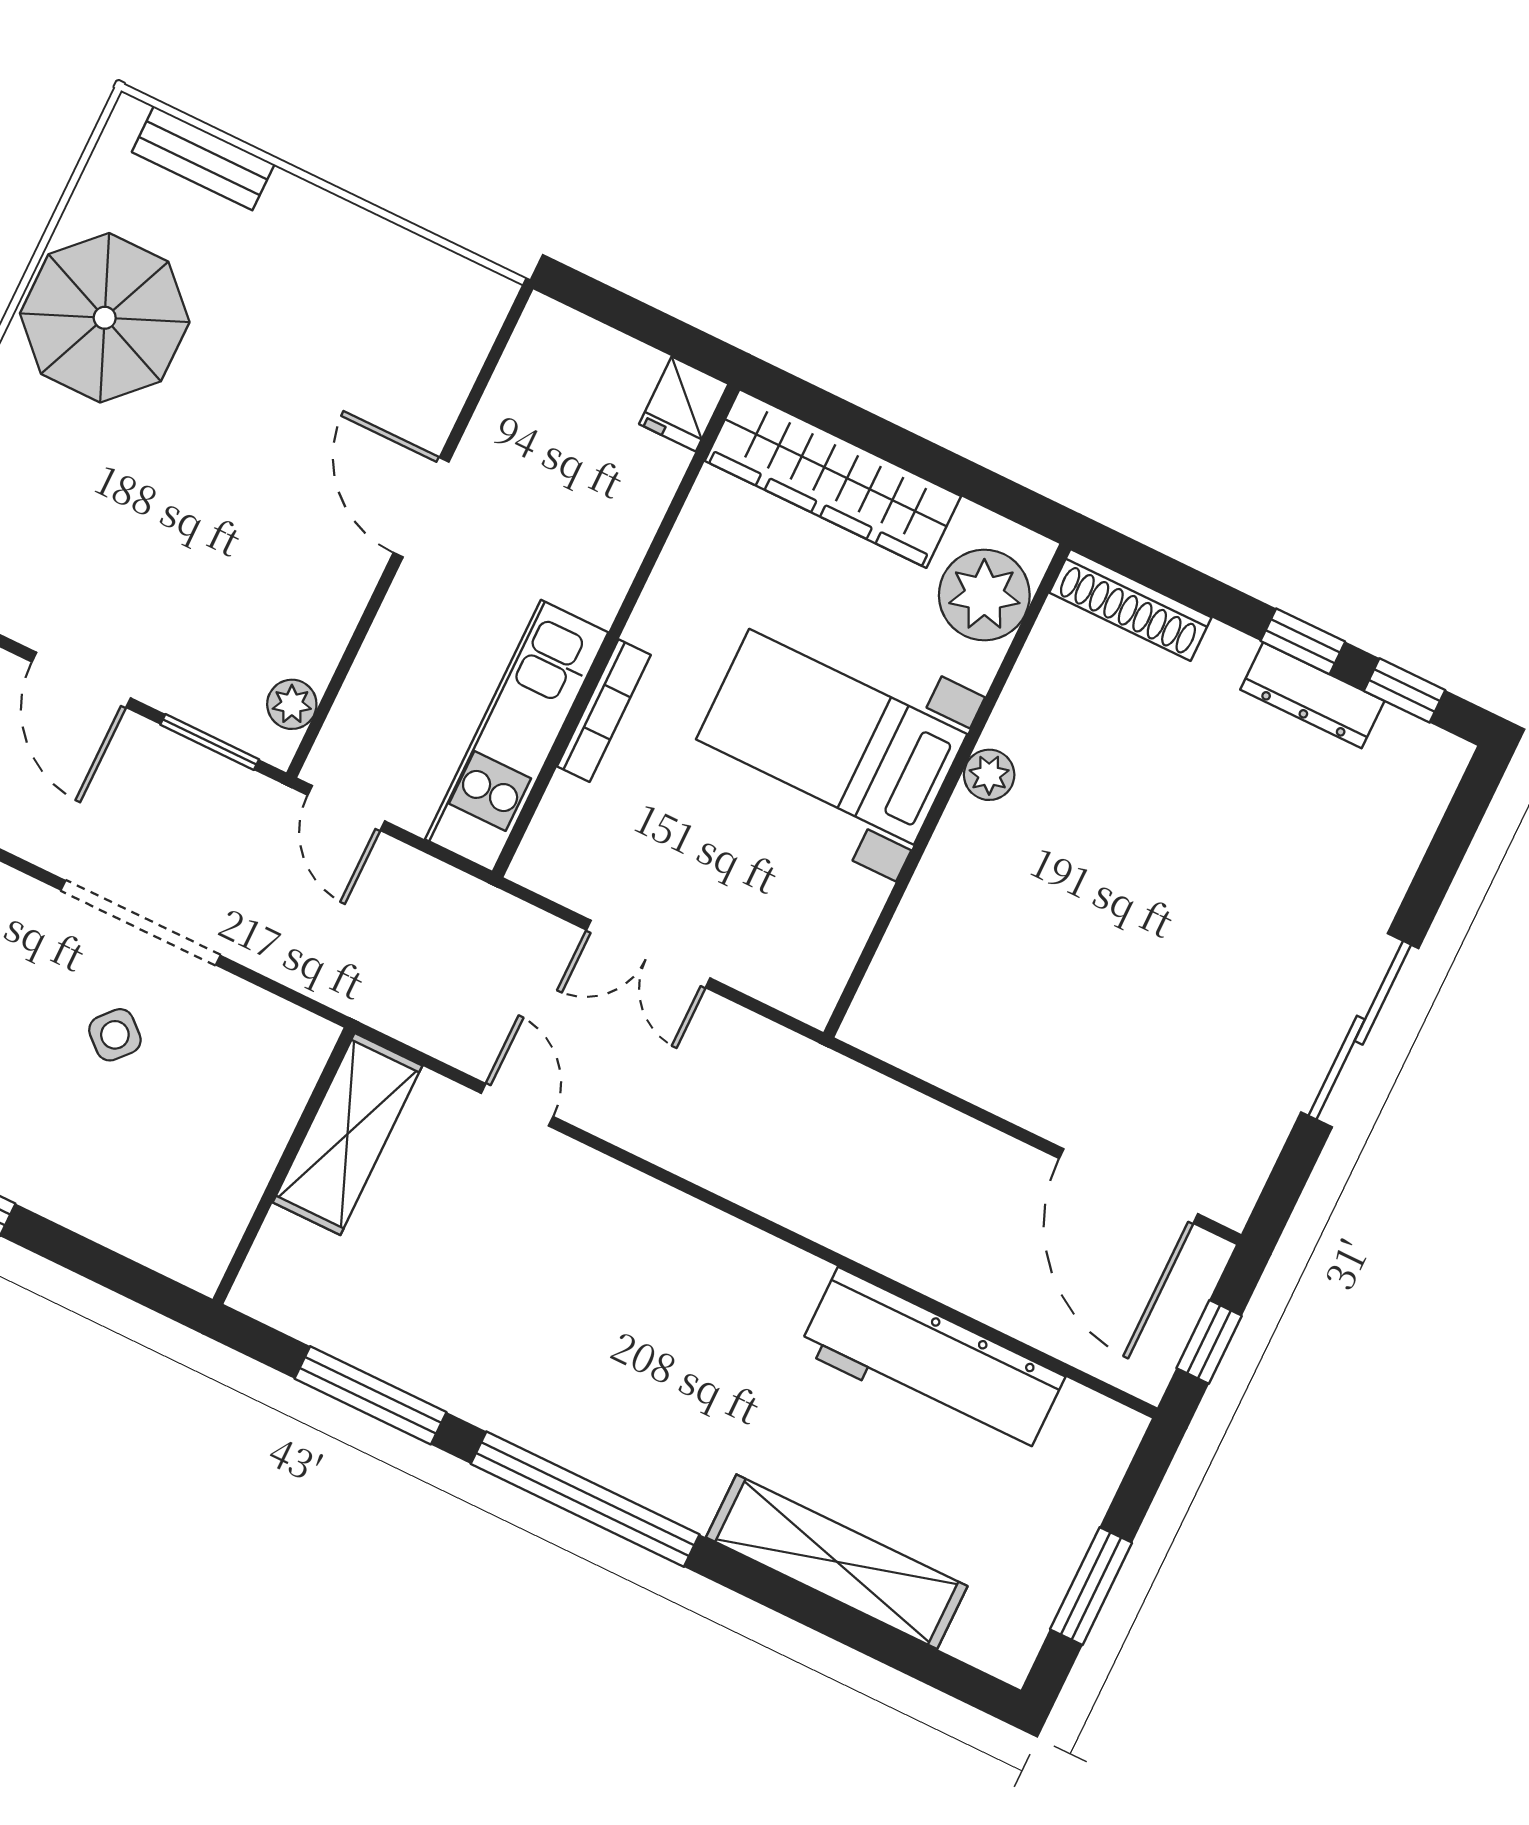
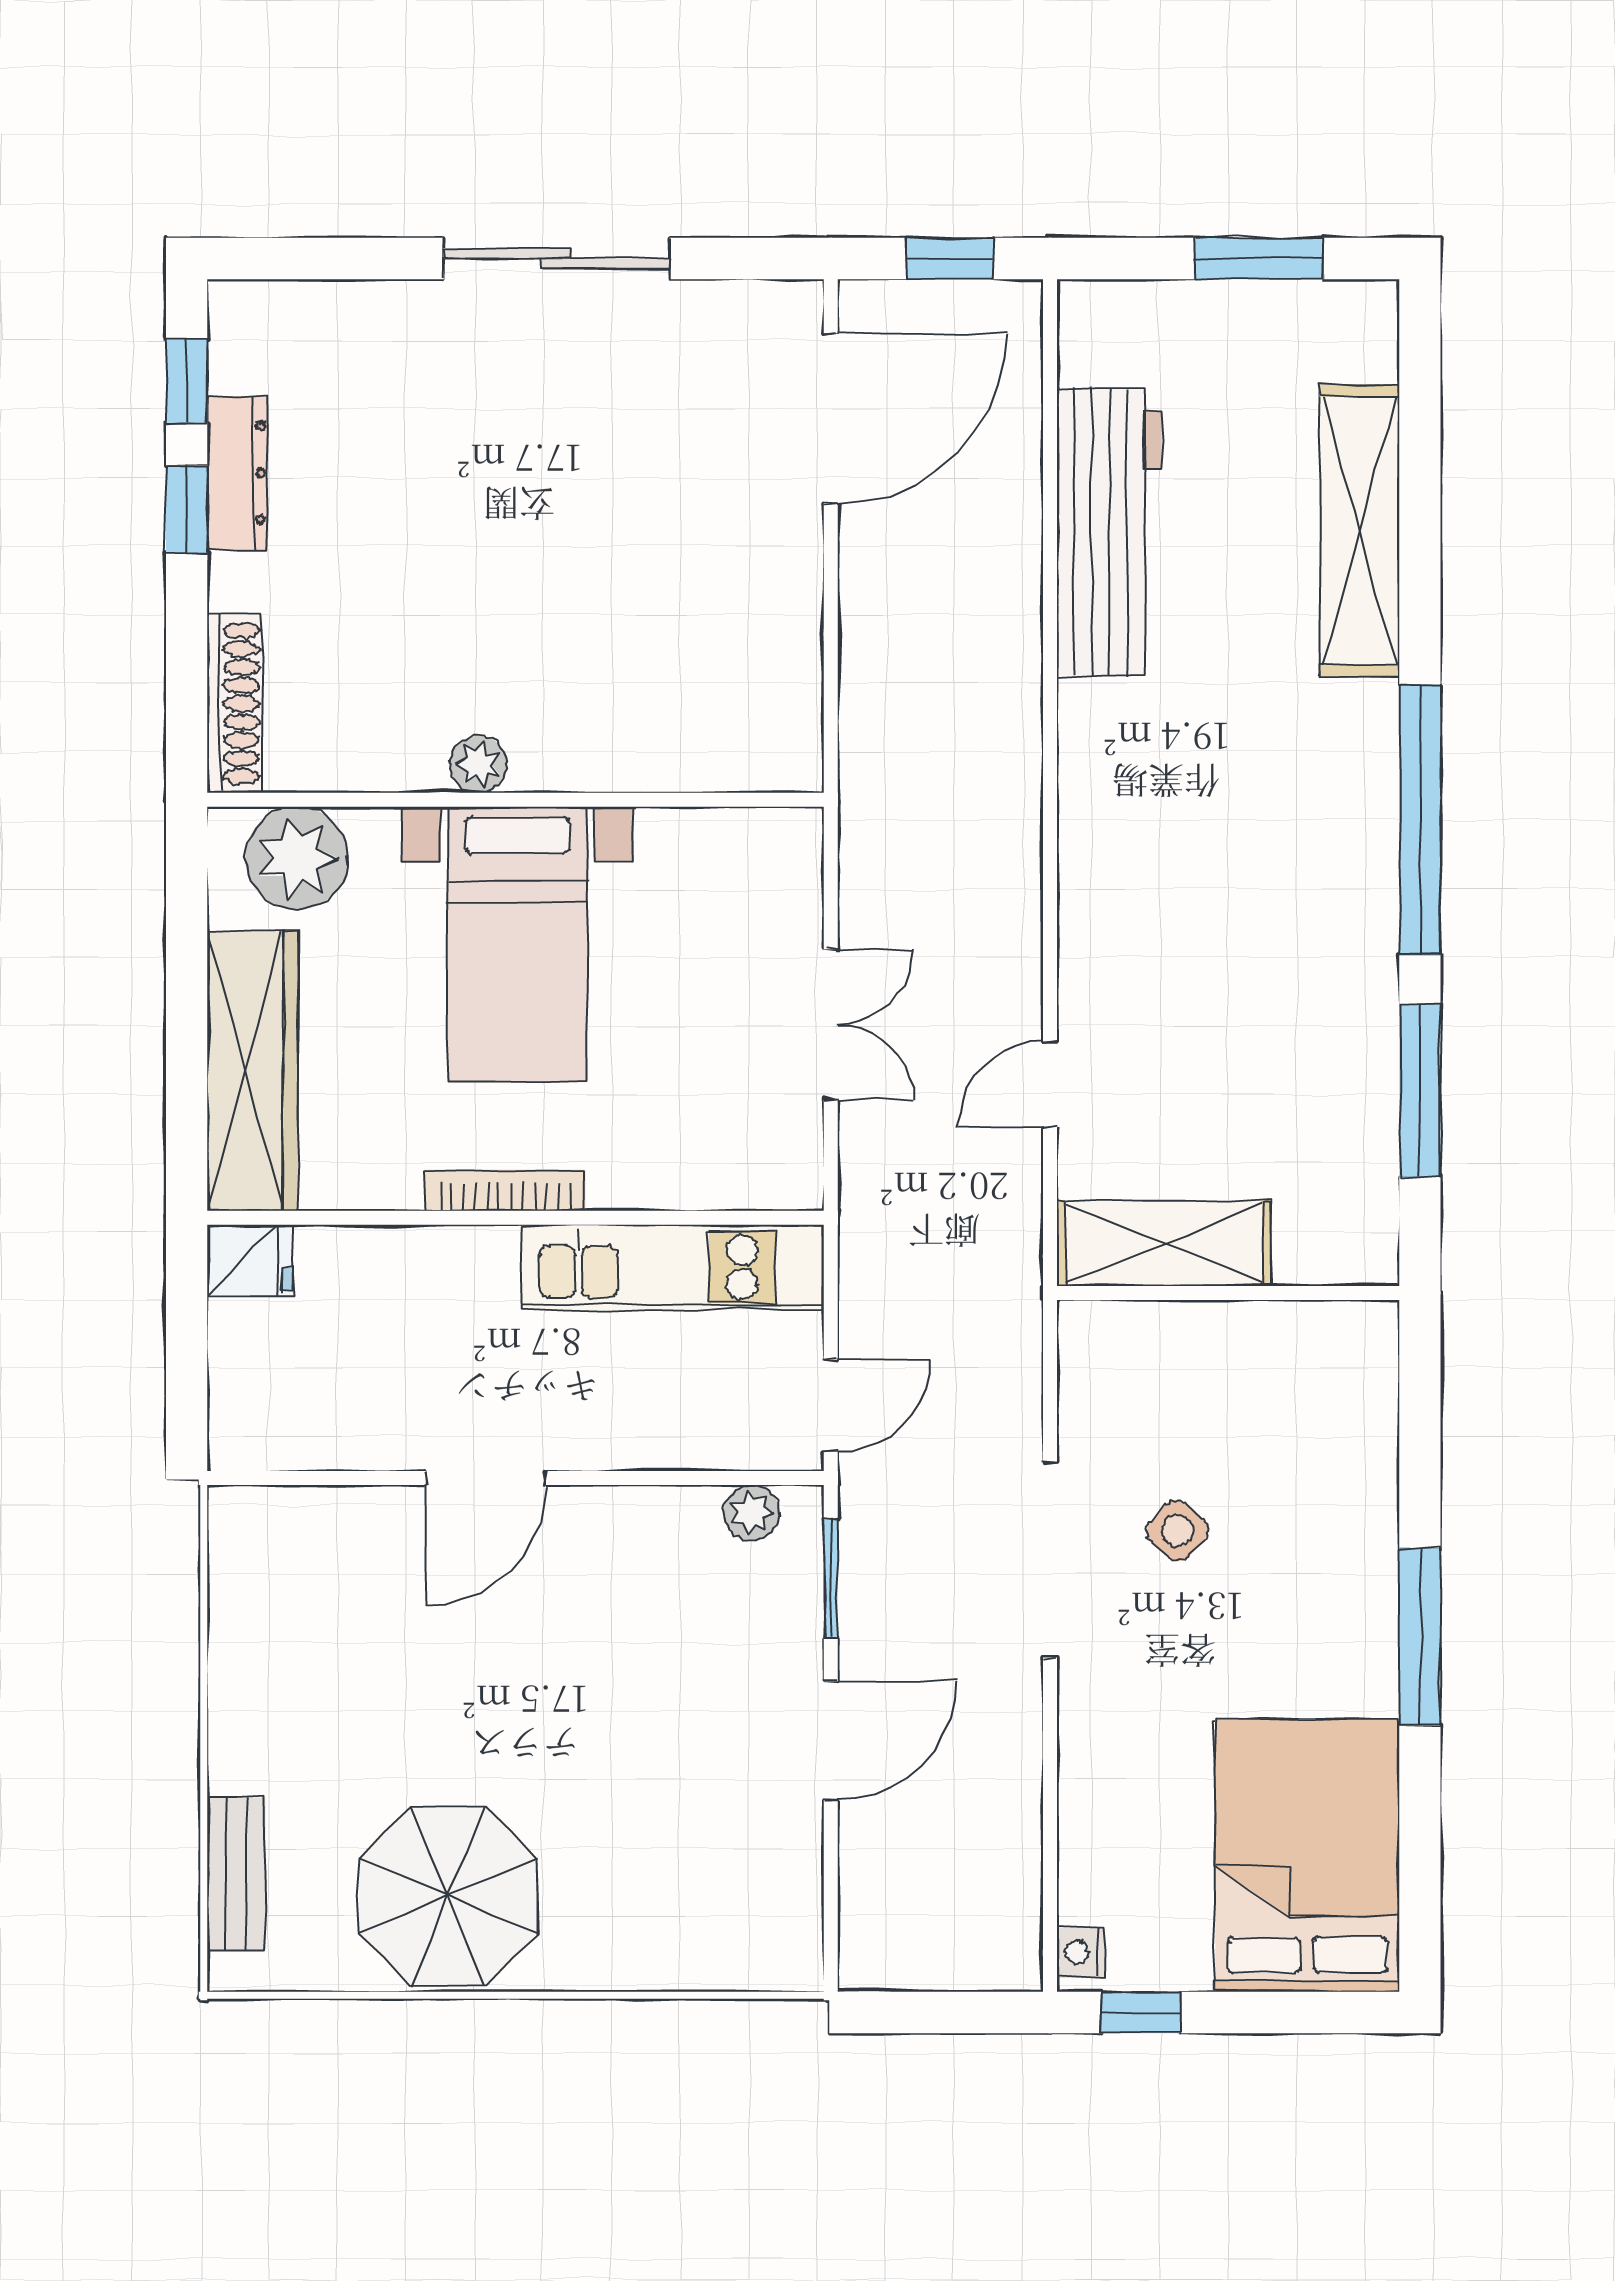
bookcase: (604, 711) -> (505, 1190), moved

